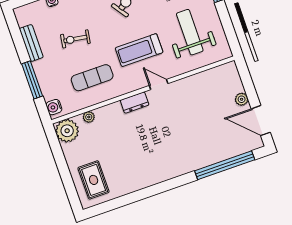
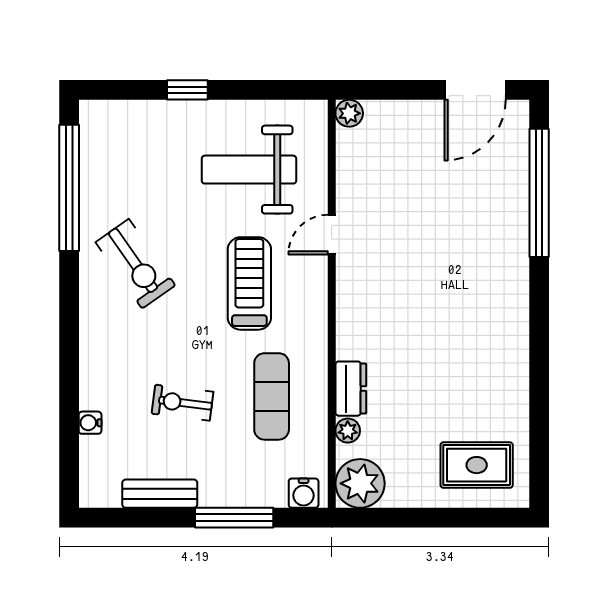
exercise bike: (75, 39) -> (183, 403), turned 88
treadmill: (139, 50) -> (249, 283), turned 180
door: (159, 84) -> (332, 235), moved
plant: (242, 99) -> (349, 113), moved
dresser: (135, 103) -> (351, 389), moved

